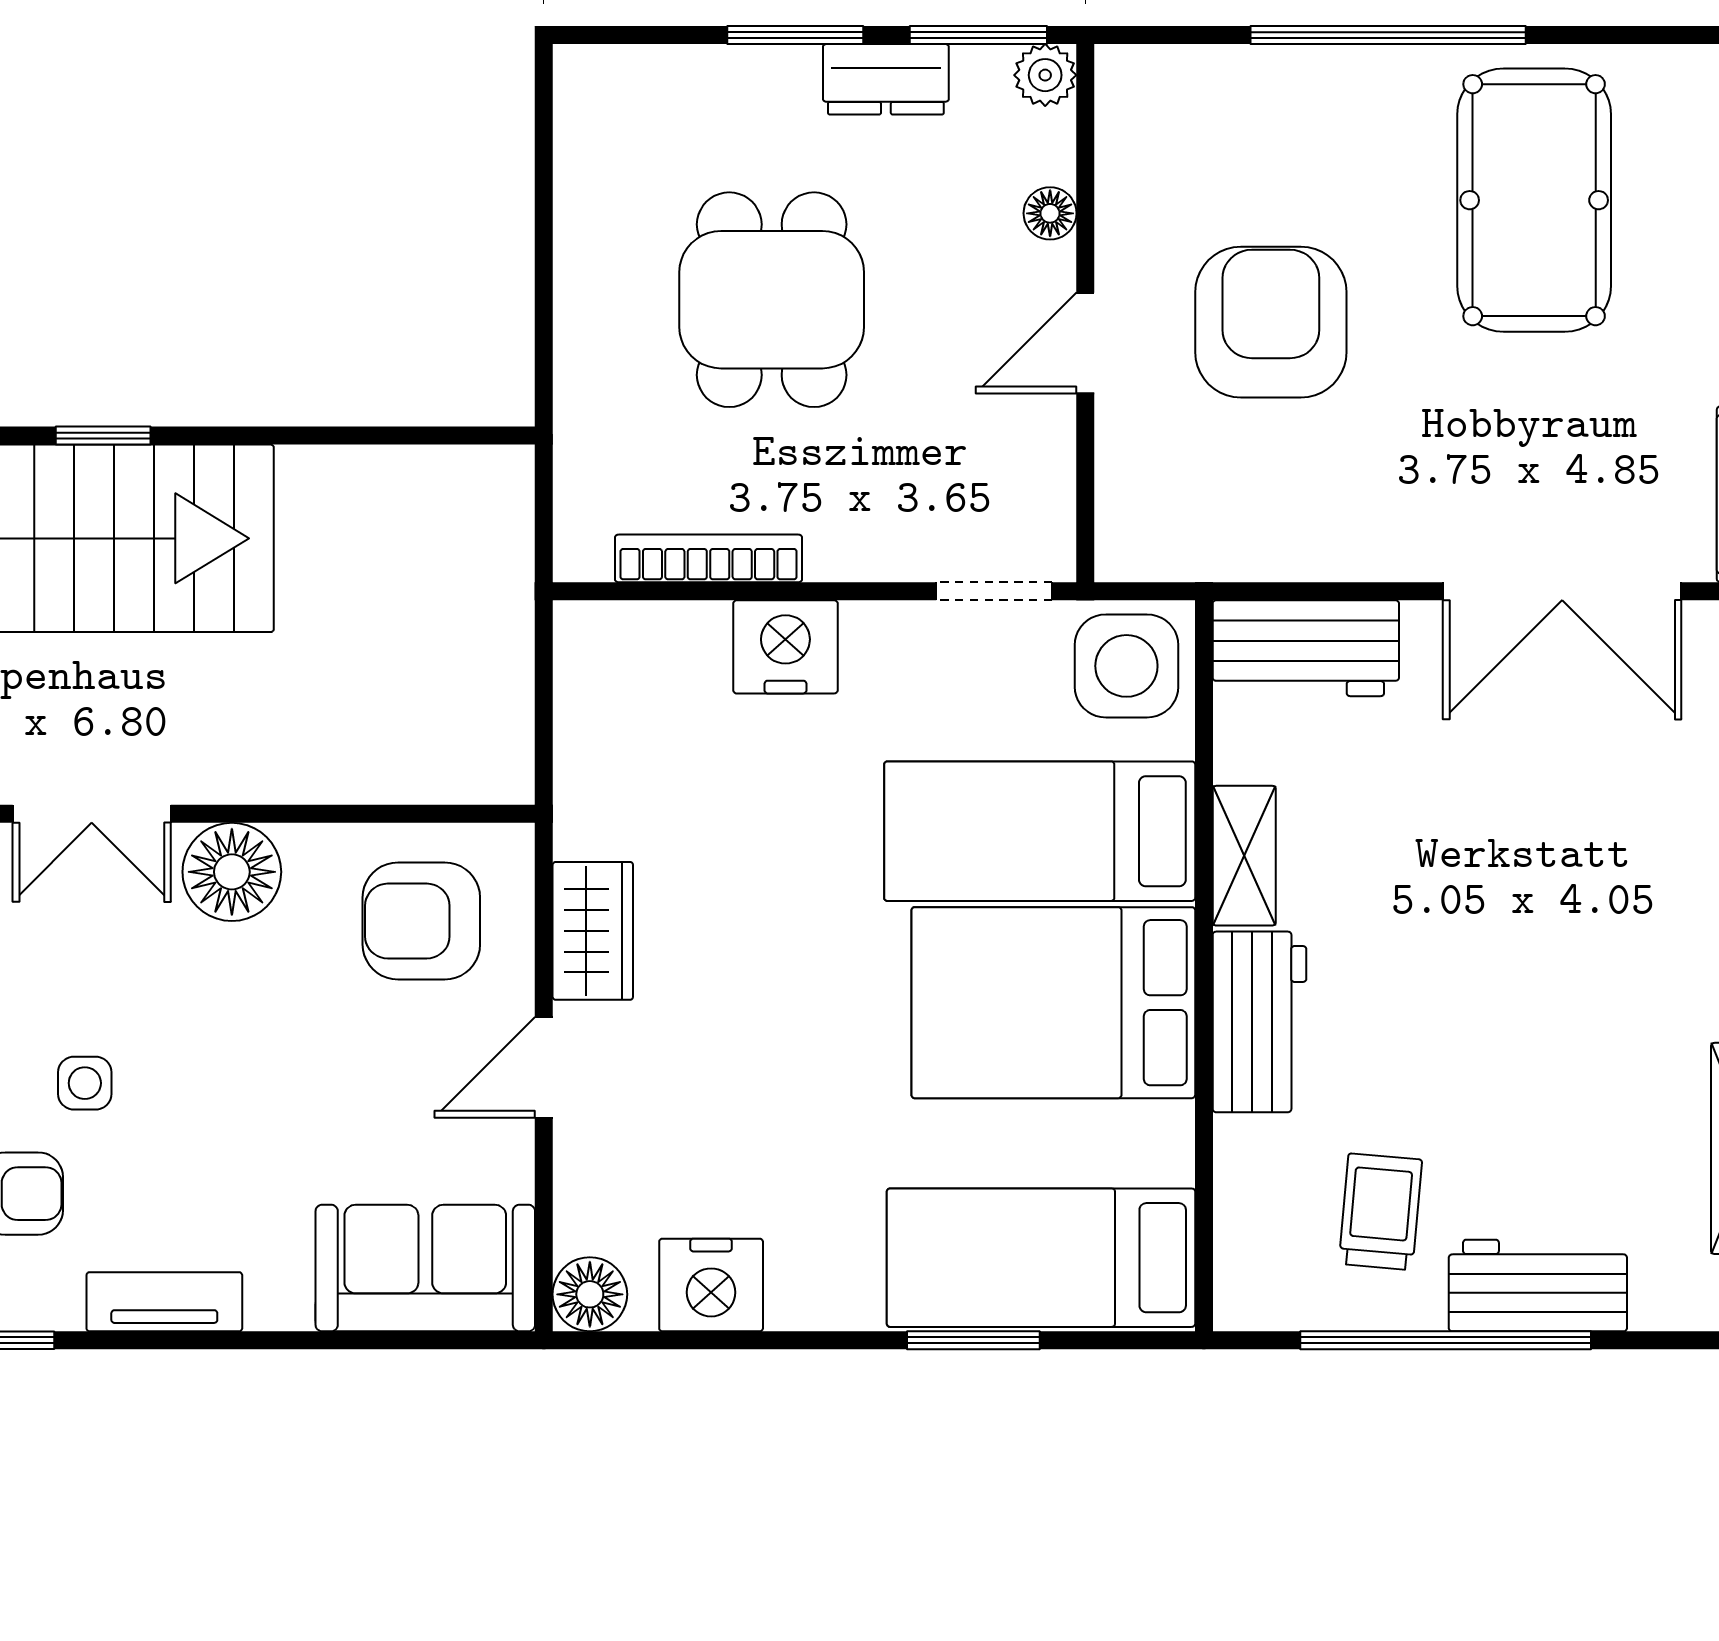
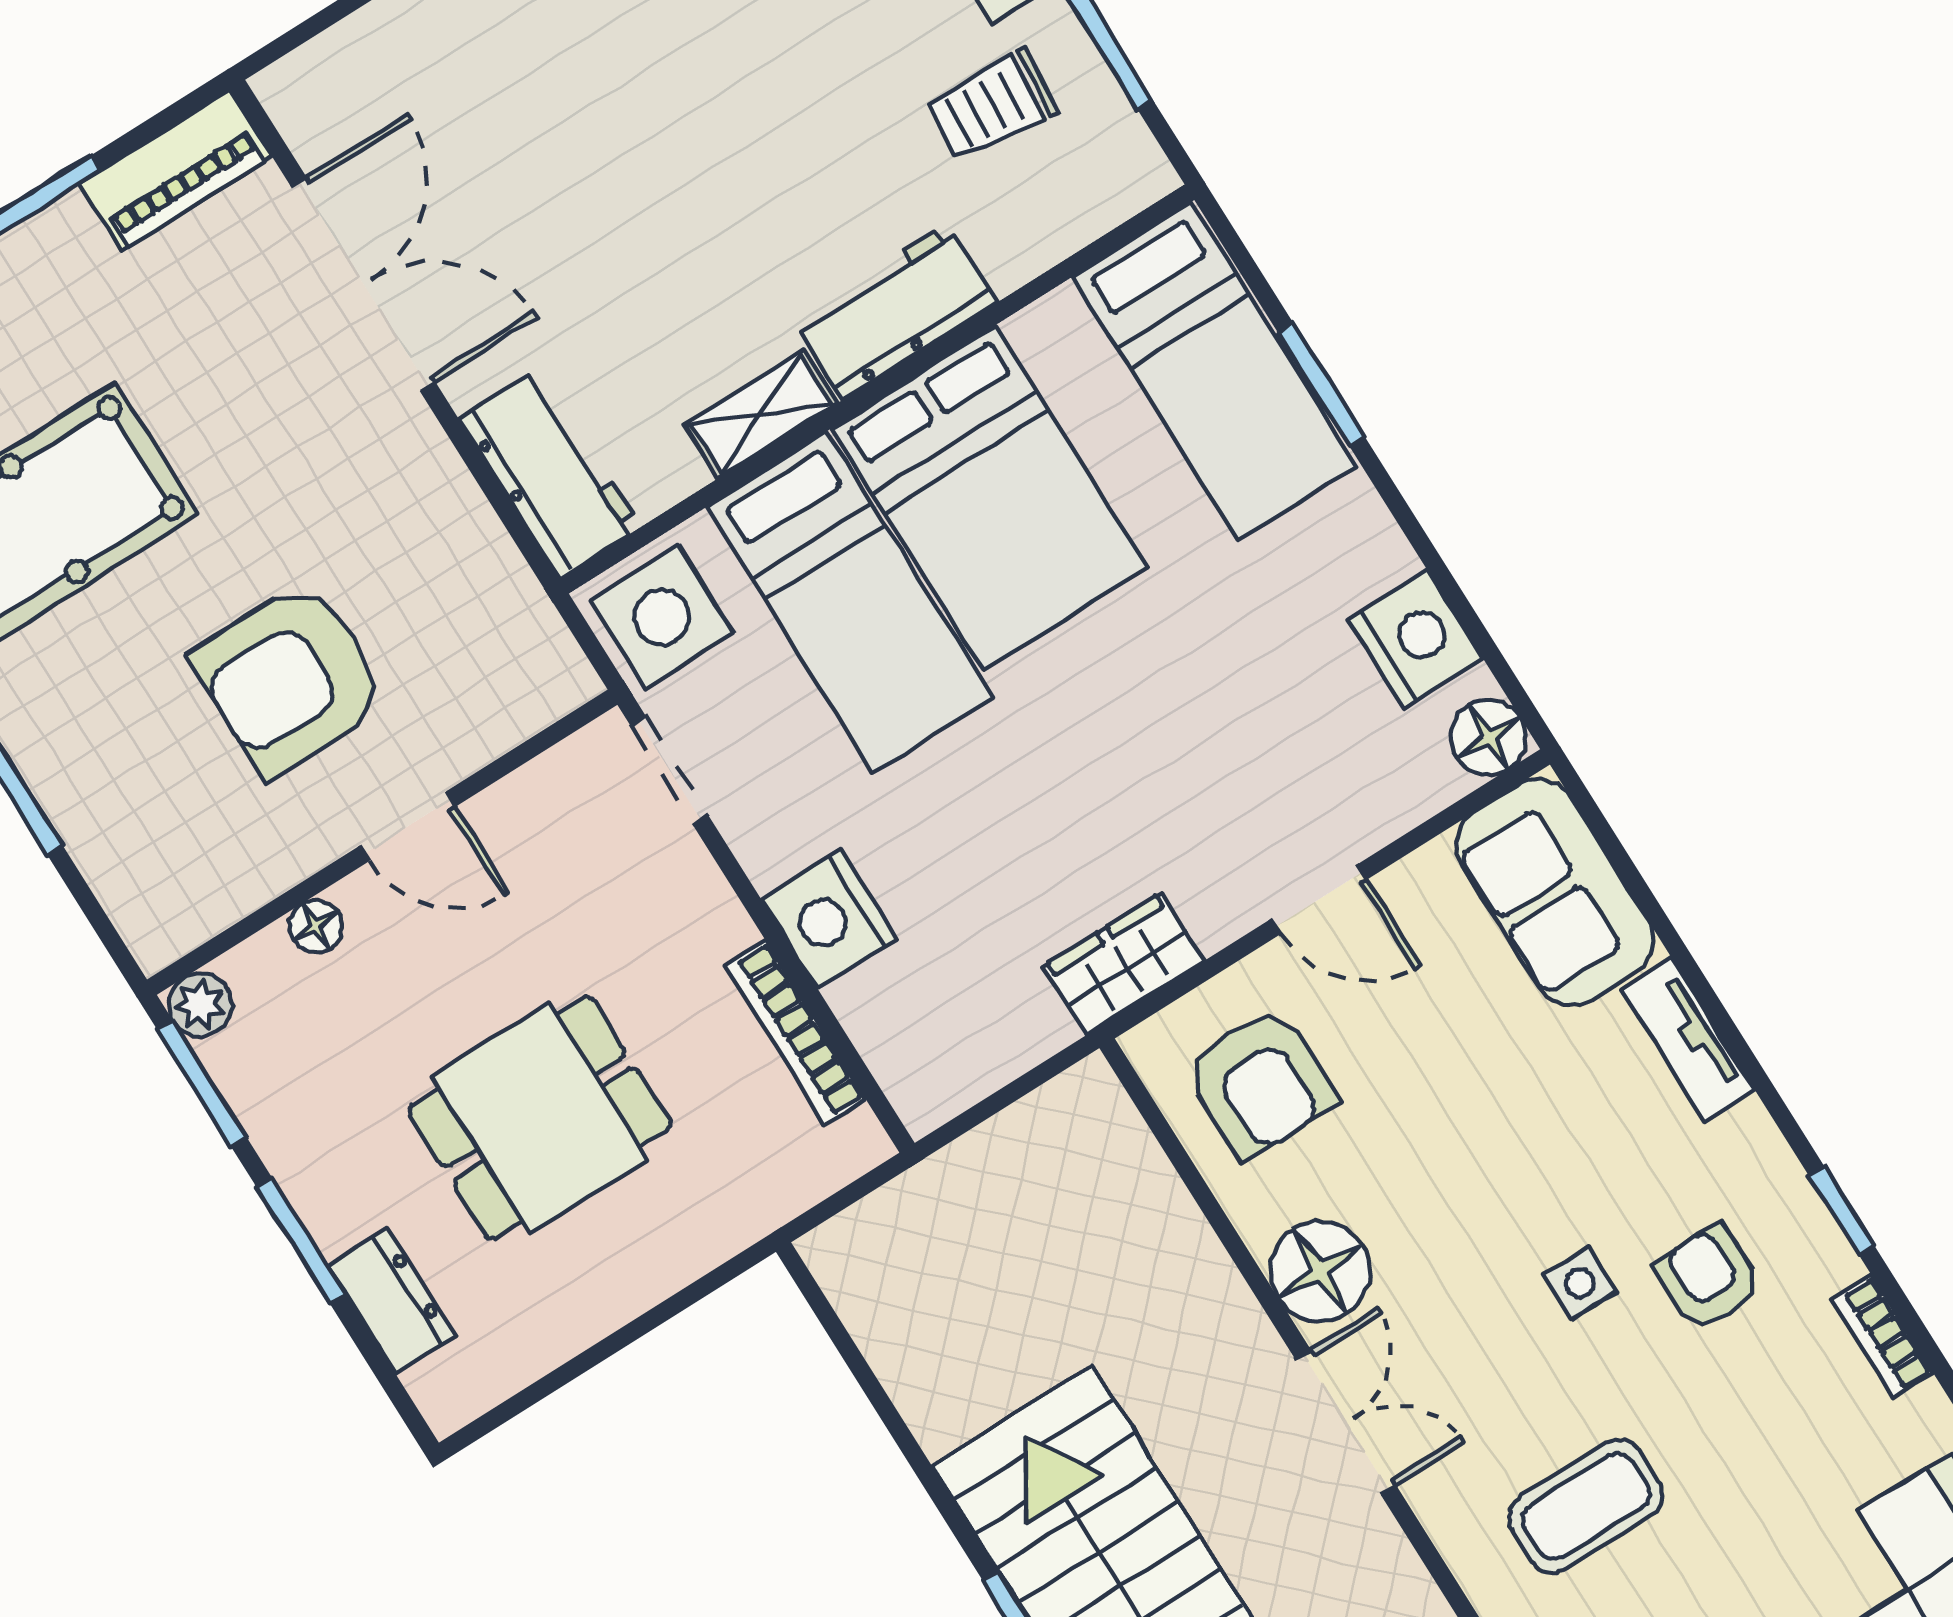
dresser: (886, 79) -> (392, 1301), moved
wardrobe: (593, 931) -> (1123, 964), moved
tv unit: (164, 1302) -> (1688, 1040), moved

